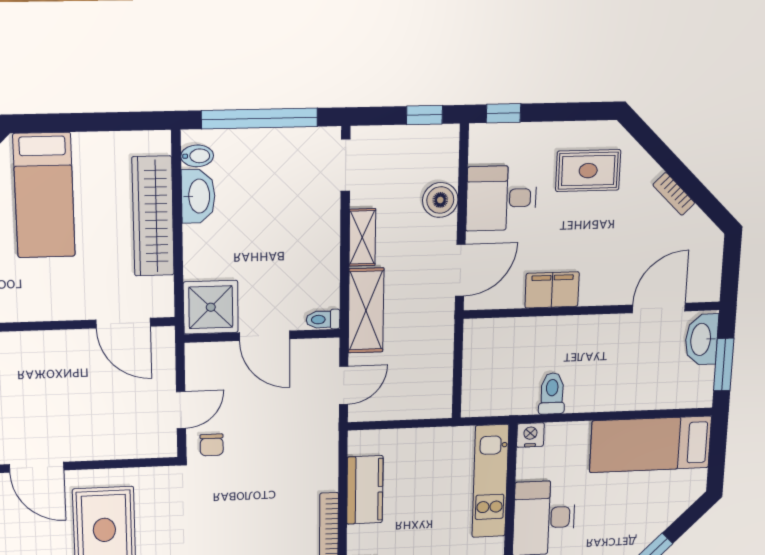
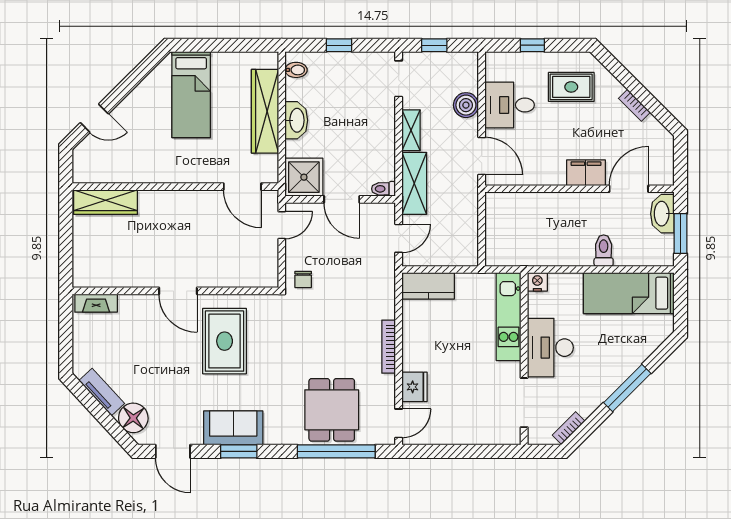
window: (503, 113) -> (532, 45), moved
window: (424, 115) -> (434, 45), moved
window: (259, 118) -> (339, 45), width x0.32
washbasin: (198, 196) -> (296, 120), moved
door: (460, 270) -> (482, 156), hinge flipped
filing cabinet: (552, 290) -> (586, 173), moved
toilet: (552, 393) -> (604, 251), moved
door: (181, 410) -> (282, 225), moved
kitchen counter: (365, 490) -> (428, 286), moved, turned 90

